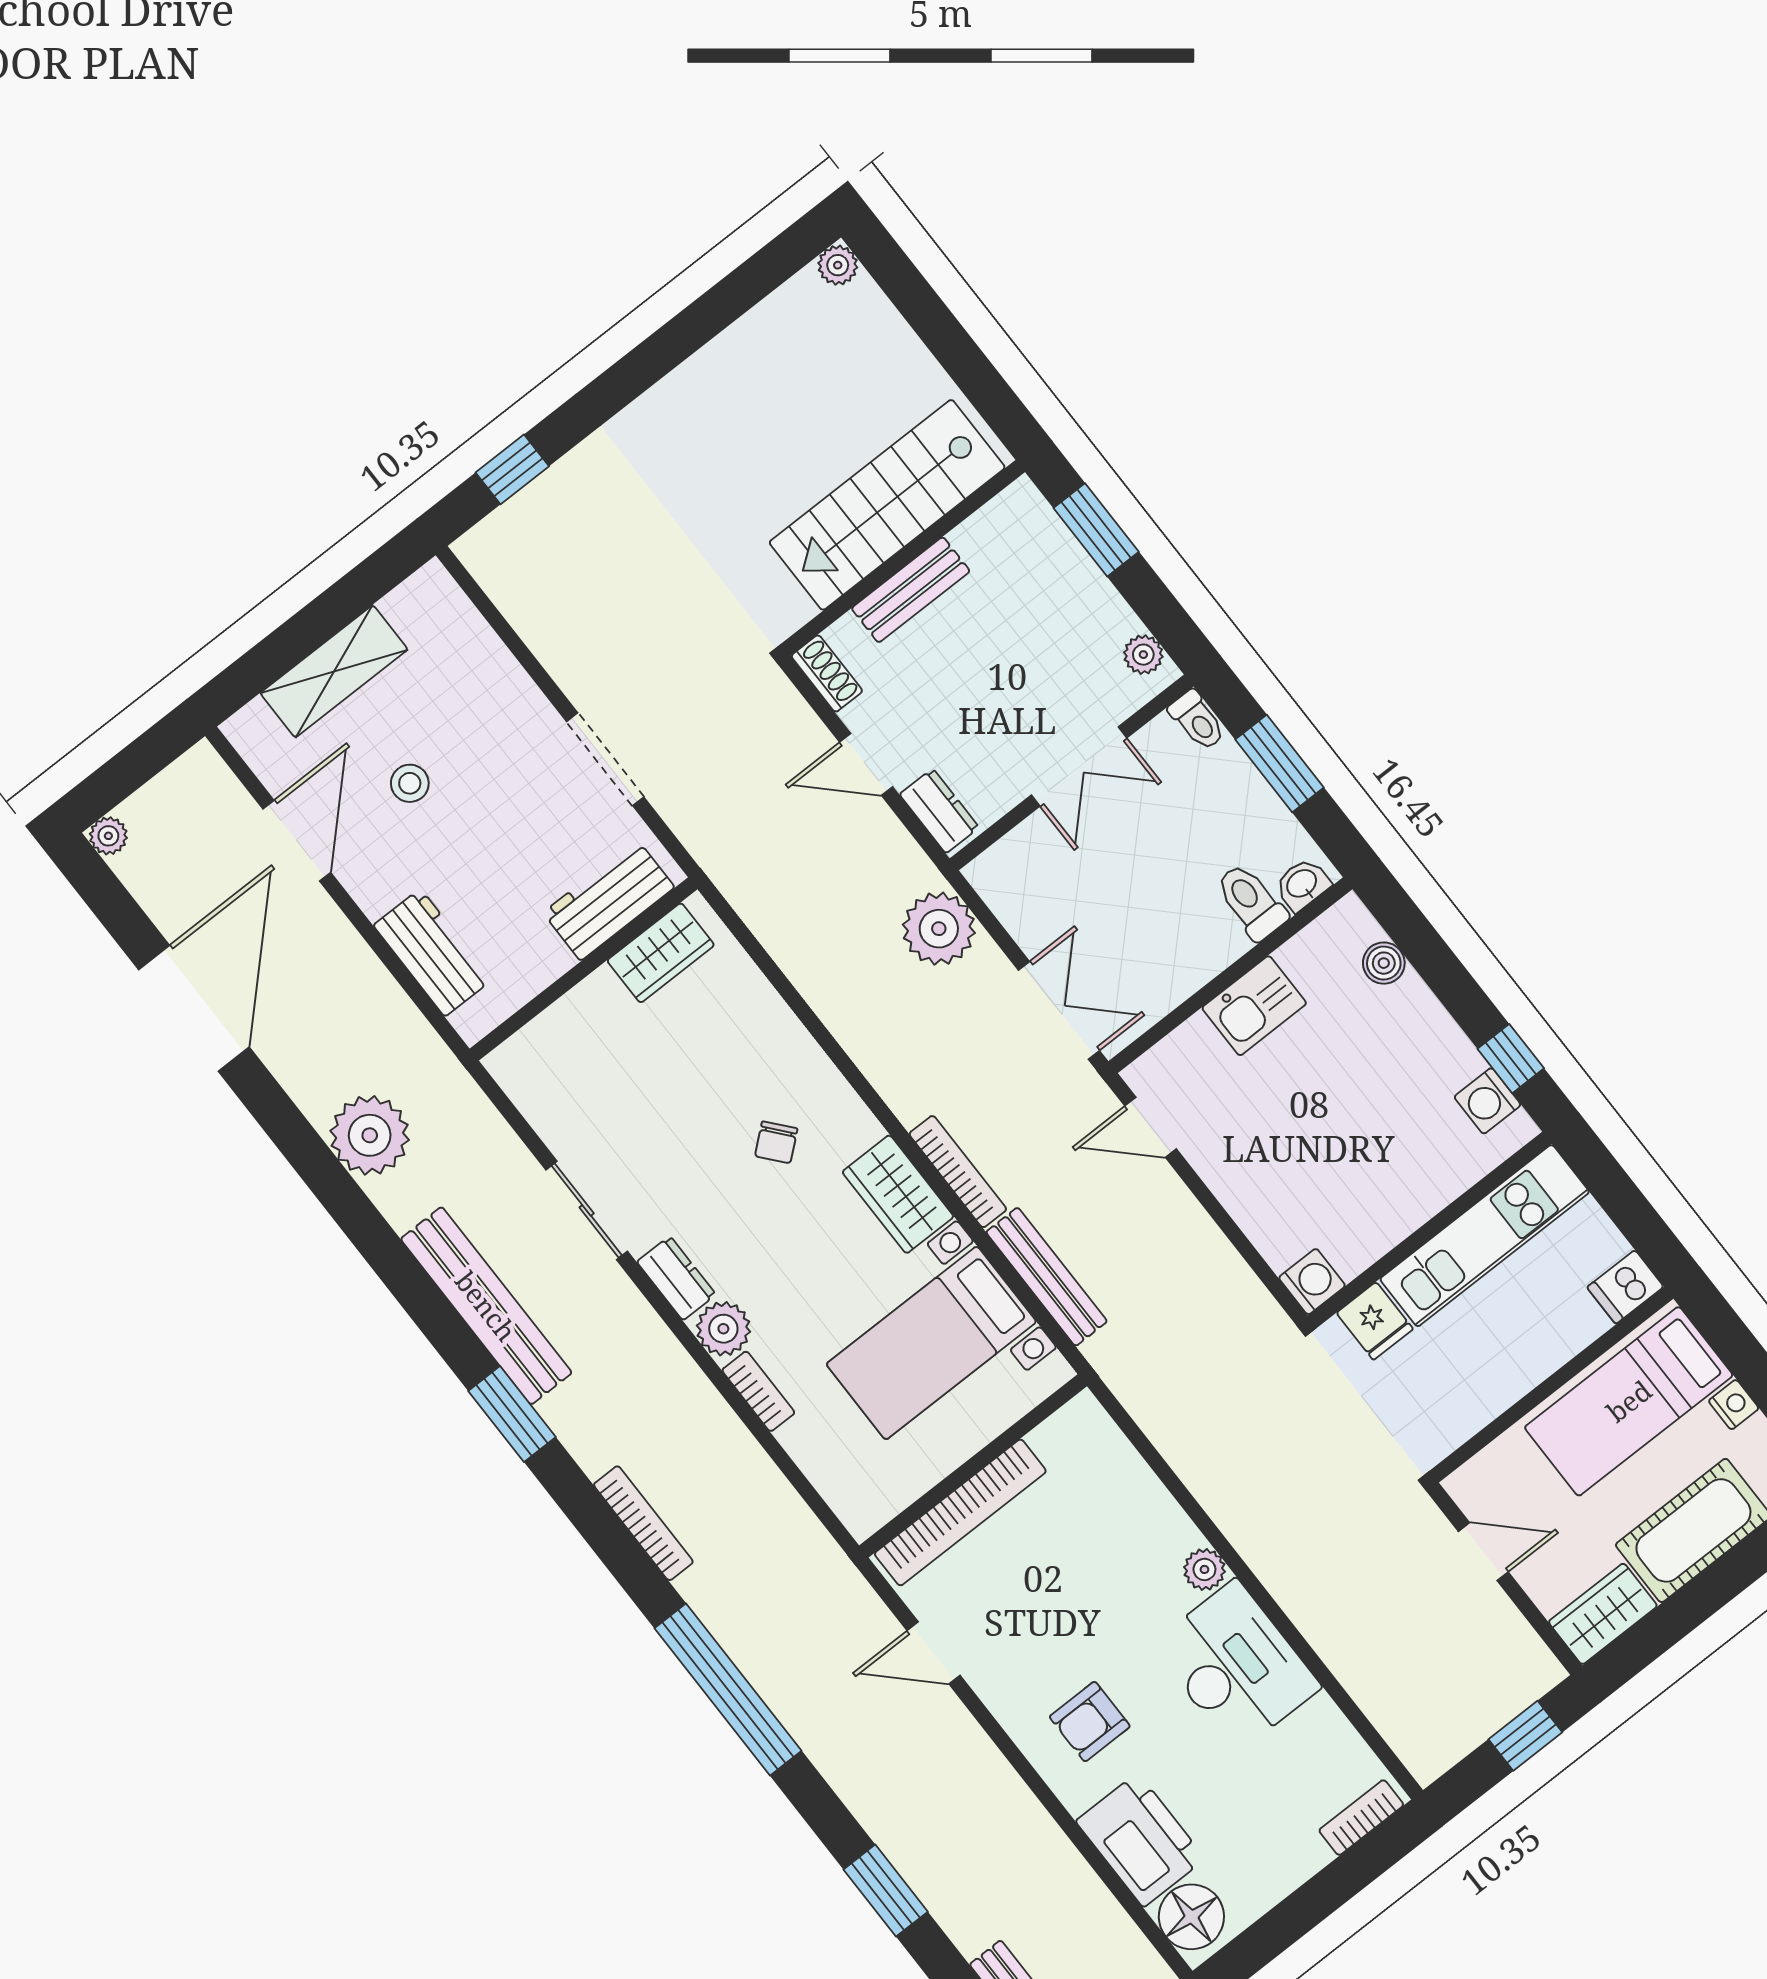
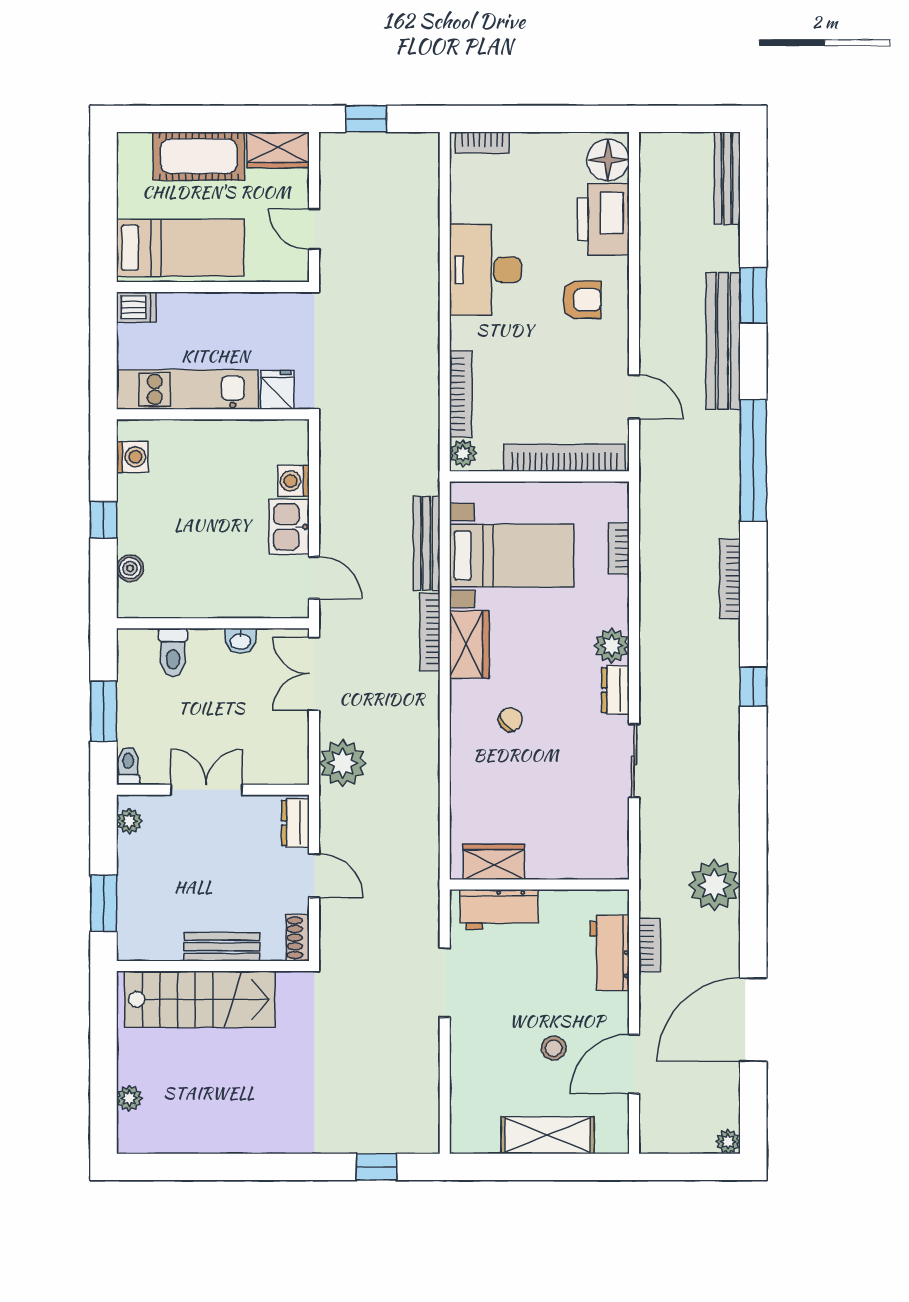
plant: (838, 265) -> (129, 1098), moved
washbasin: (1302, 884) -> (240, 641), moved
bookcase: (391, 1001) -> (650, 945), added
kitchen sink: (1254, 1006) -> (289, 527), moved, turned -90
window: (1511, 1059) -> (104, 520), moved
washing machine: (1312, 1282) -> (294, 481), moved
bench: (486, 1306) -> (723, 341), moved
bookcase: (758, 1391) -> (619, 548), moved
nightstand: (1734, 1405) -> (128, 204), removed
window: (512, 1414) -> (753, 687), width x0.67
bookcase: (1148, 1491) -> (461, 394), added
plant: (1204, 1569) -> (463, 453), moved

